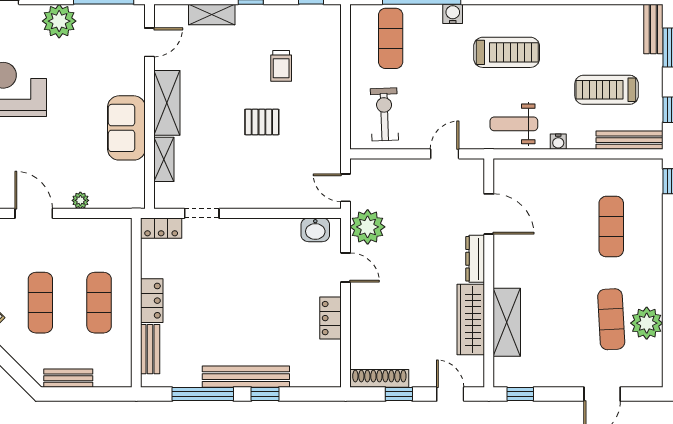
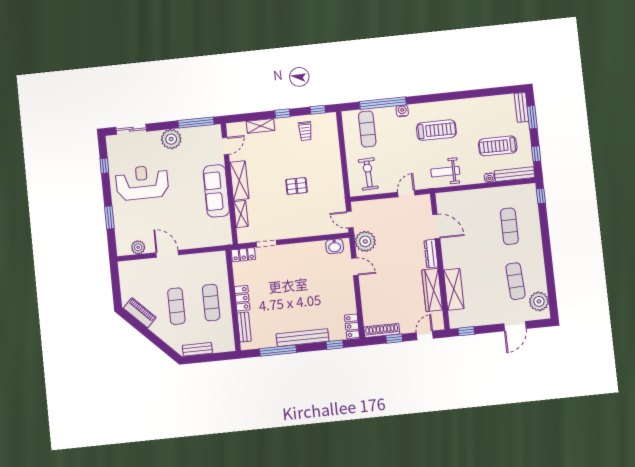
trolley: (281, 66) -> (305, 131), moved
sofa: (126, 128) -> (216, 191), width x1.36
water cooler: (558, 142) -> (489, 178), moved
plant: (80, 200) -> (194, 243), removed
locker: (331, 318) -> (352, 326), moved
plant: (647, 323) -> (539, 301), moved
window: (265, 394) -> (335, 345), moved
door: (450, 394) -> (425, 335), hinge flipped

